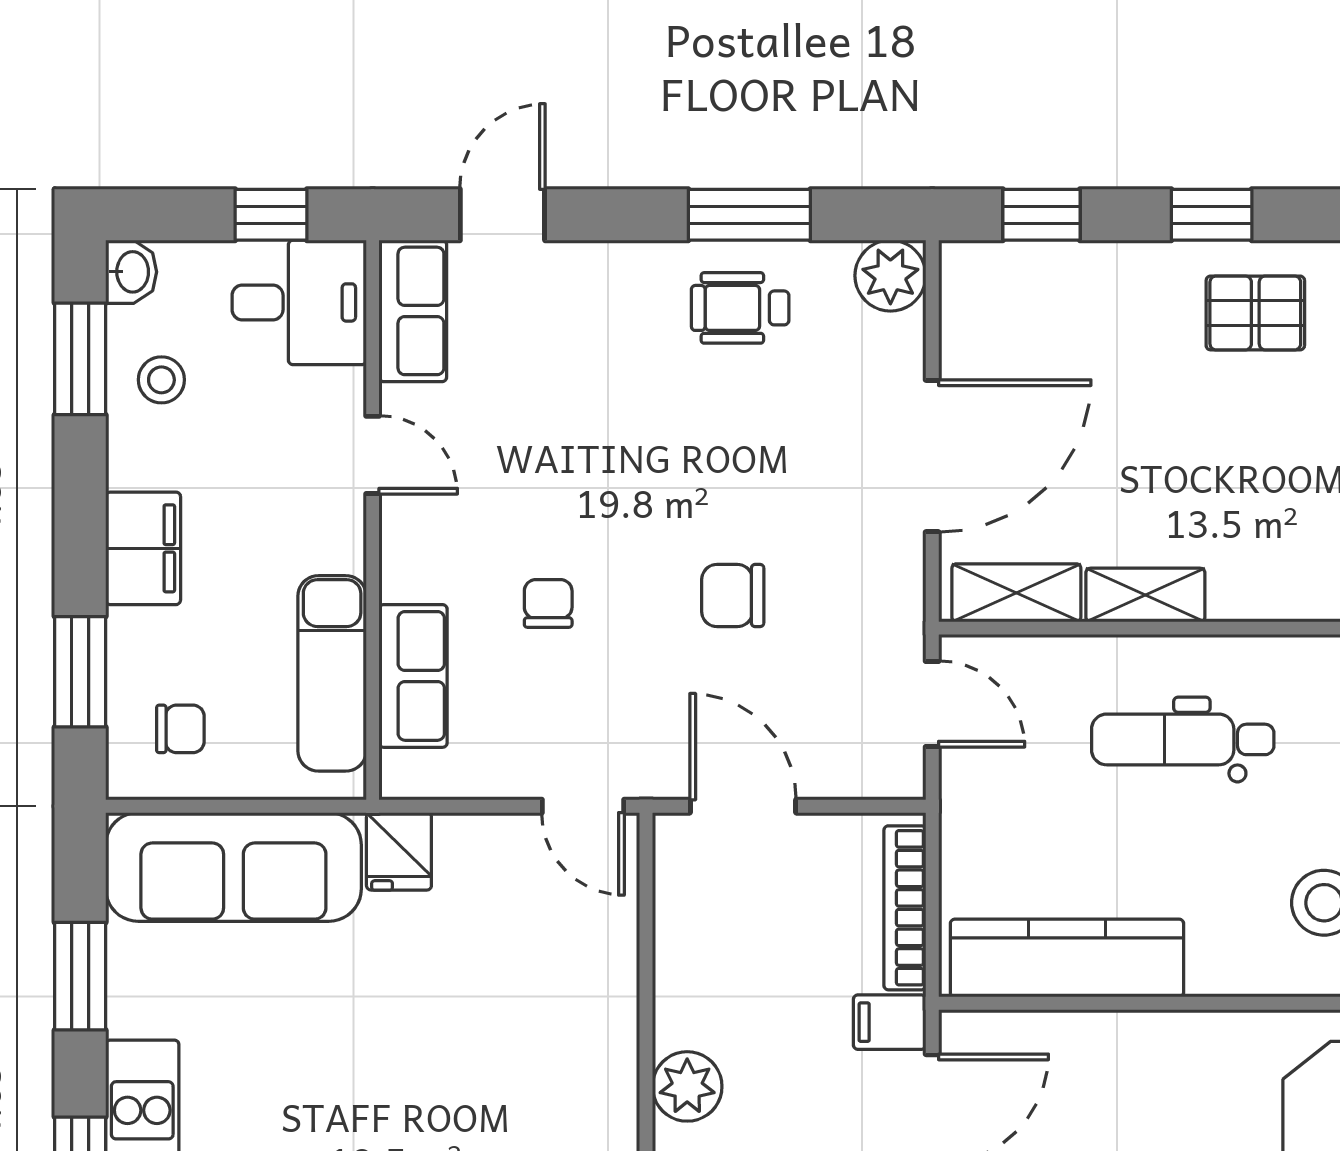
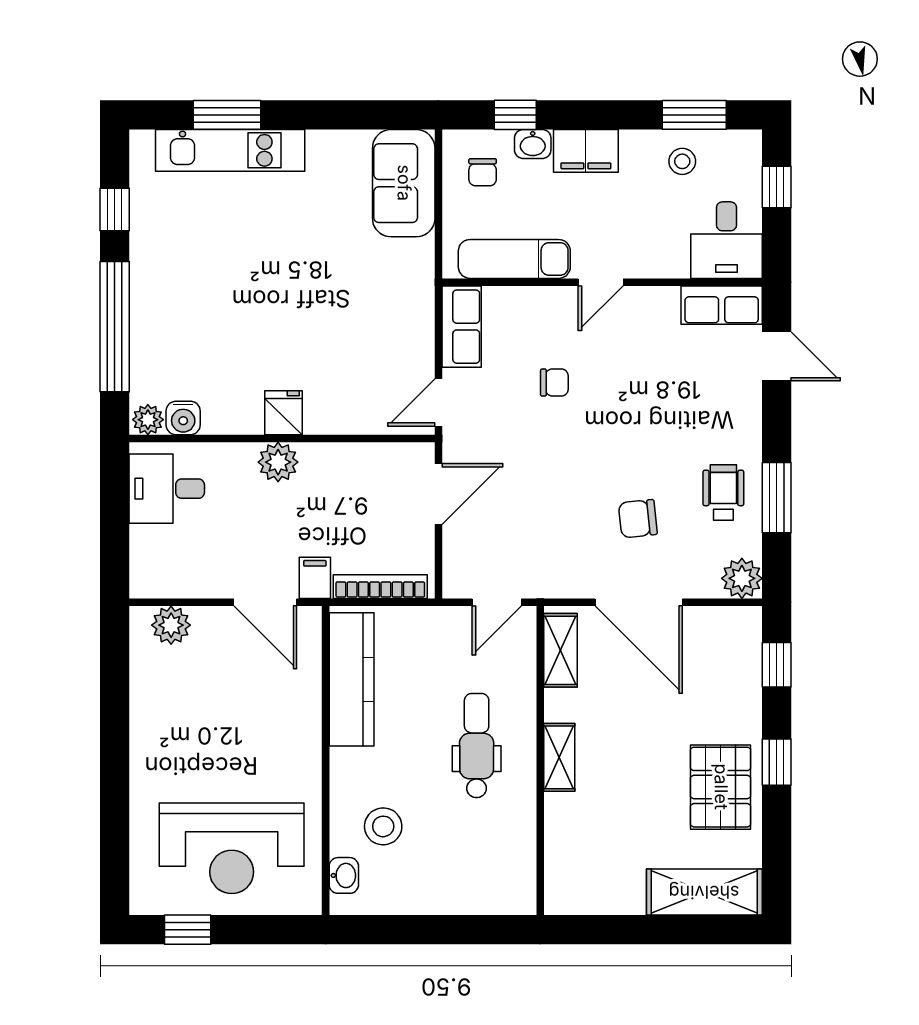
window: (271, 215) -> (777, 187), moved
washbasin: (131, 272) -> (533, 144), moved
pallet: (1255, 313) -> (721, 787), width x1.50, depth x1.42
door: (373, 455) -> (601, 282), moved
shelving: (1145, 595) -> (559, 757), moved
chair: (733, 596) -> (638, 519), moved, turned -96
window: (80, 672) -> (515, 115), width x0.67
row of seats: (413, 676) -> (462, 327), moved, turned -90
fridge: (399, 851) -> (284, 413), moved, turned 90
sofa: (233, 867) -> (404, 183), width x0.73
window: (80, 976) -> (341, 115), removed

